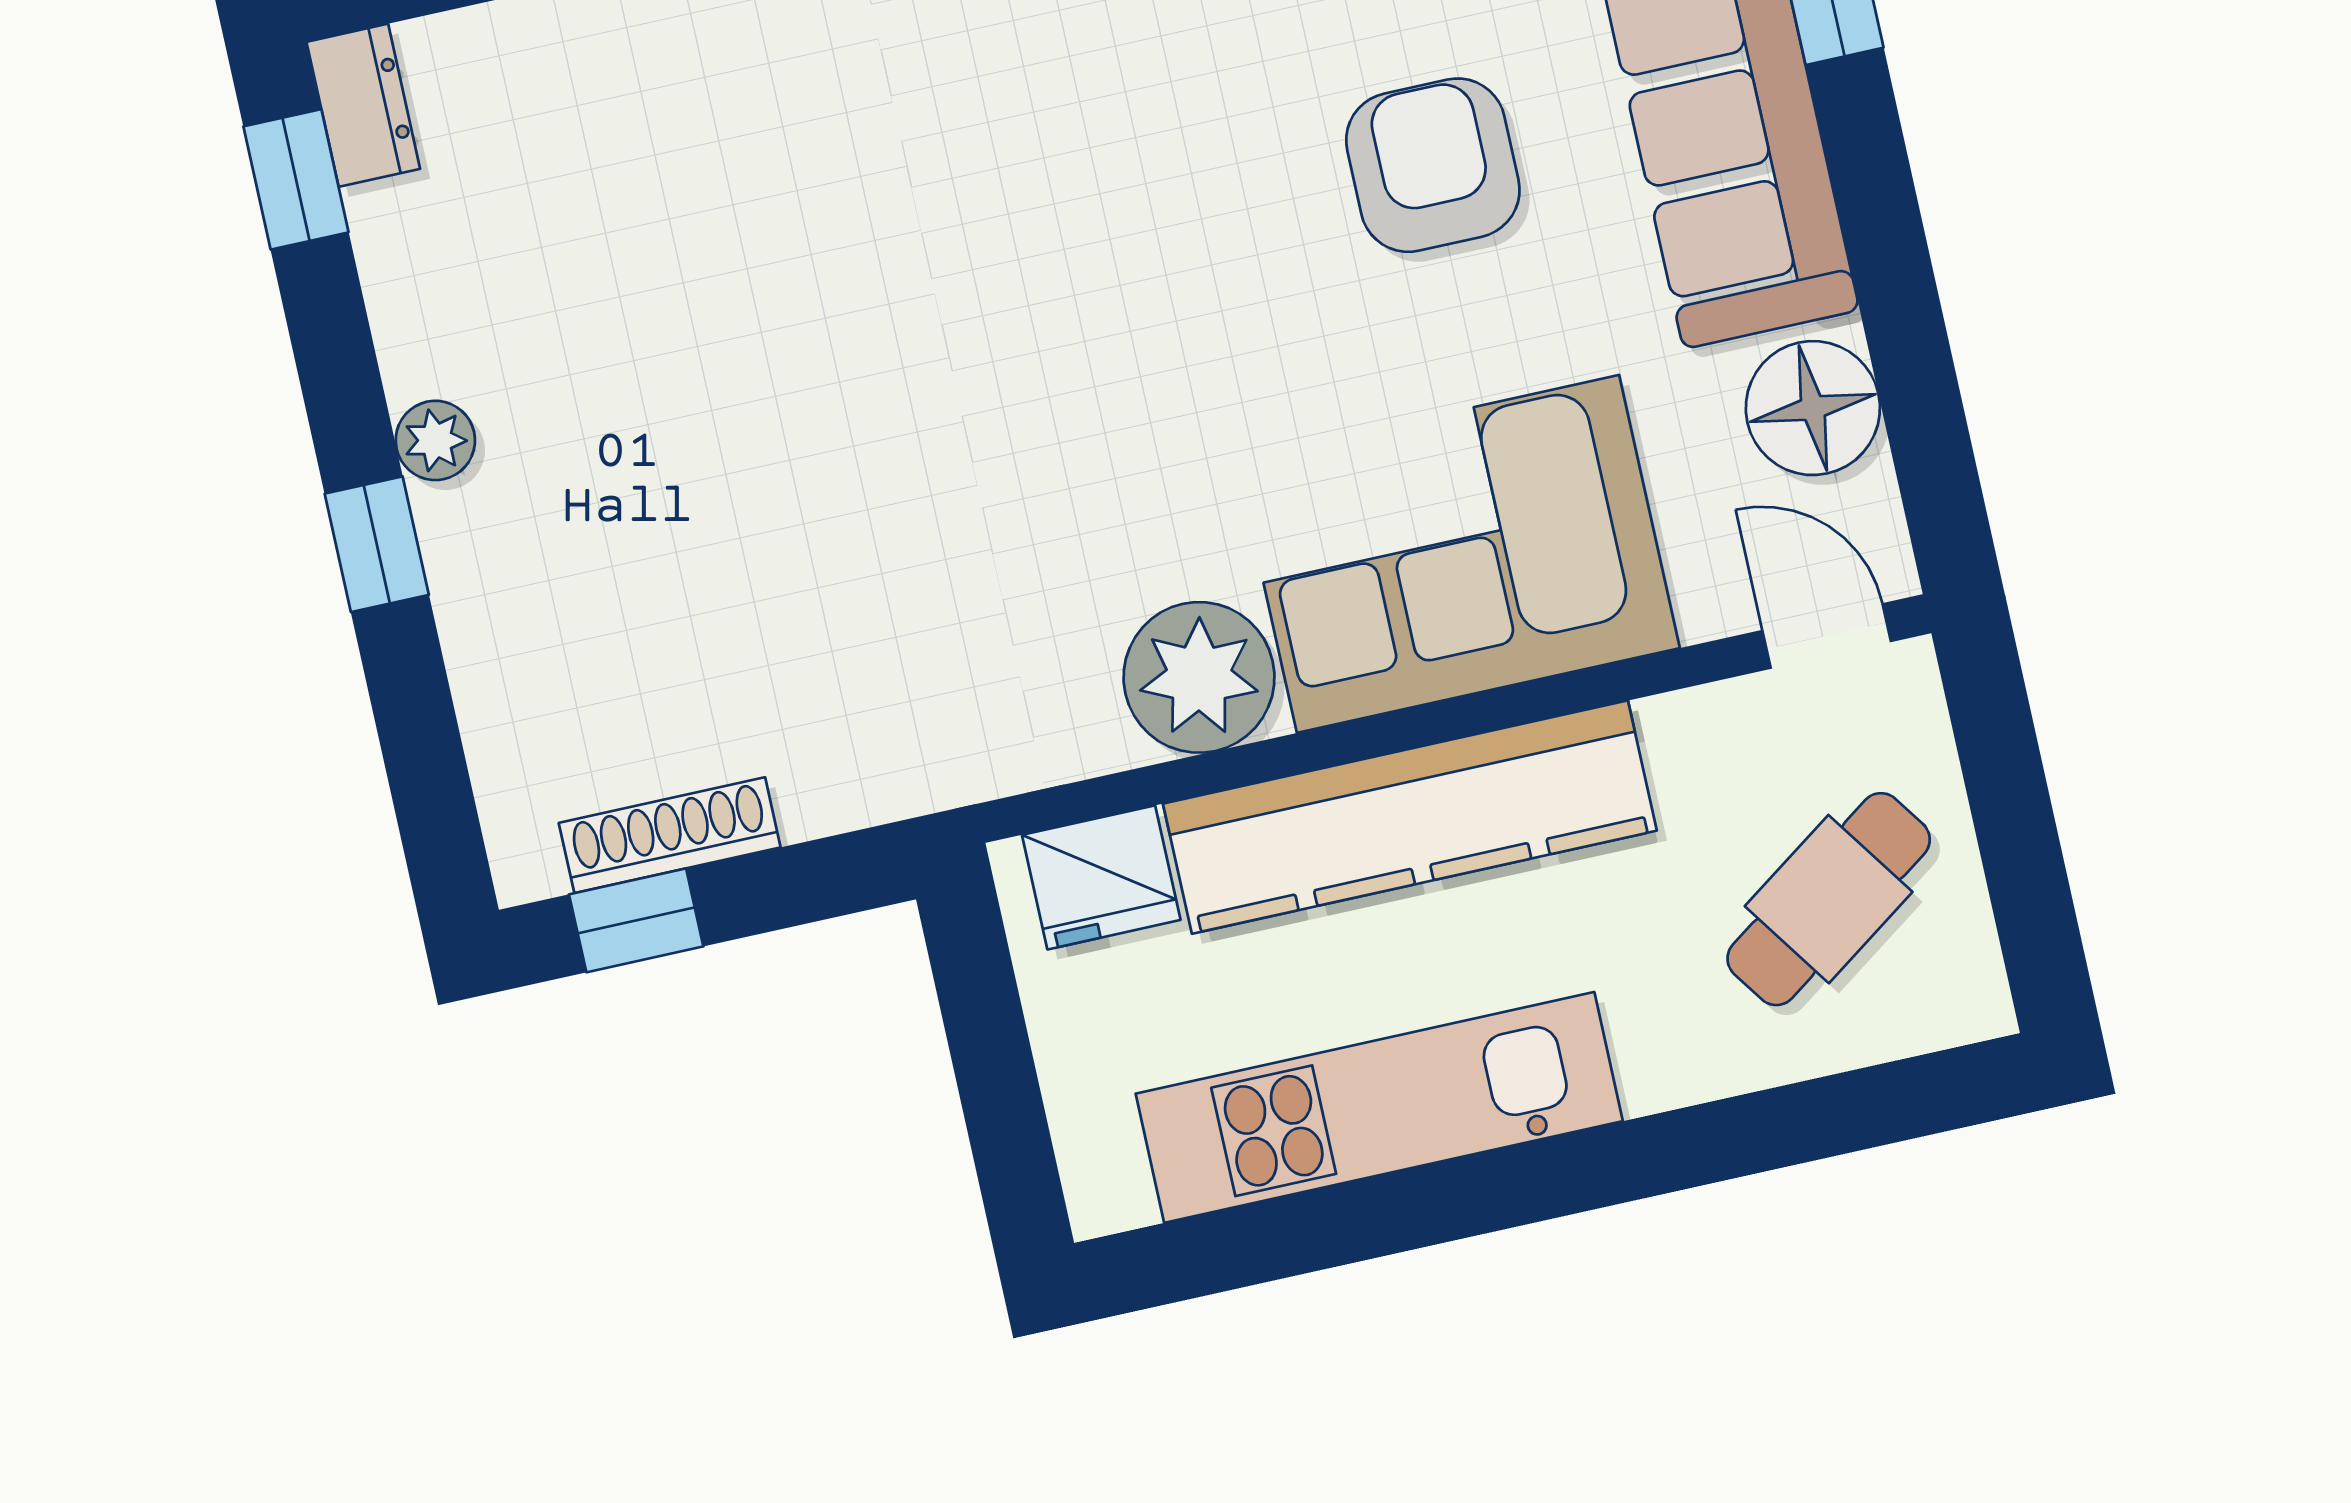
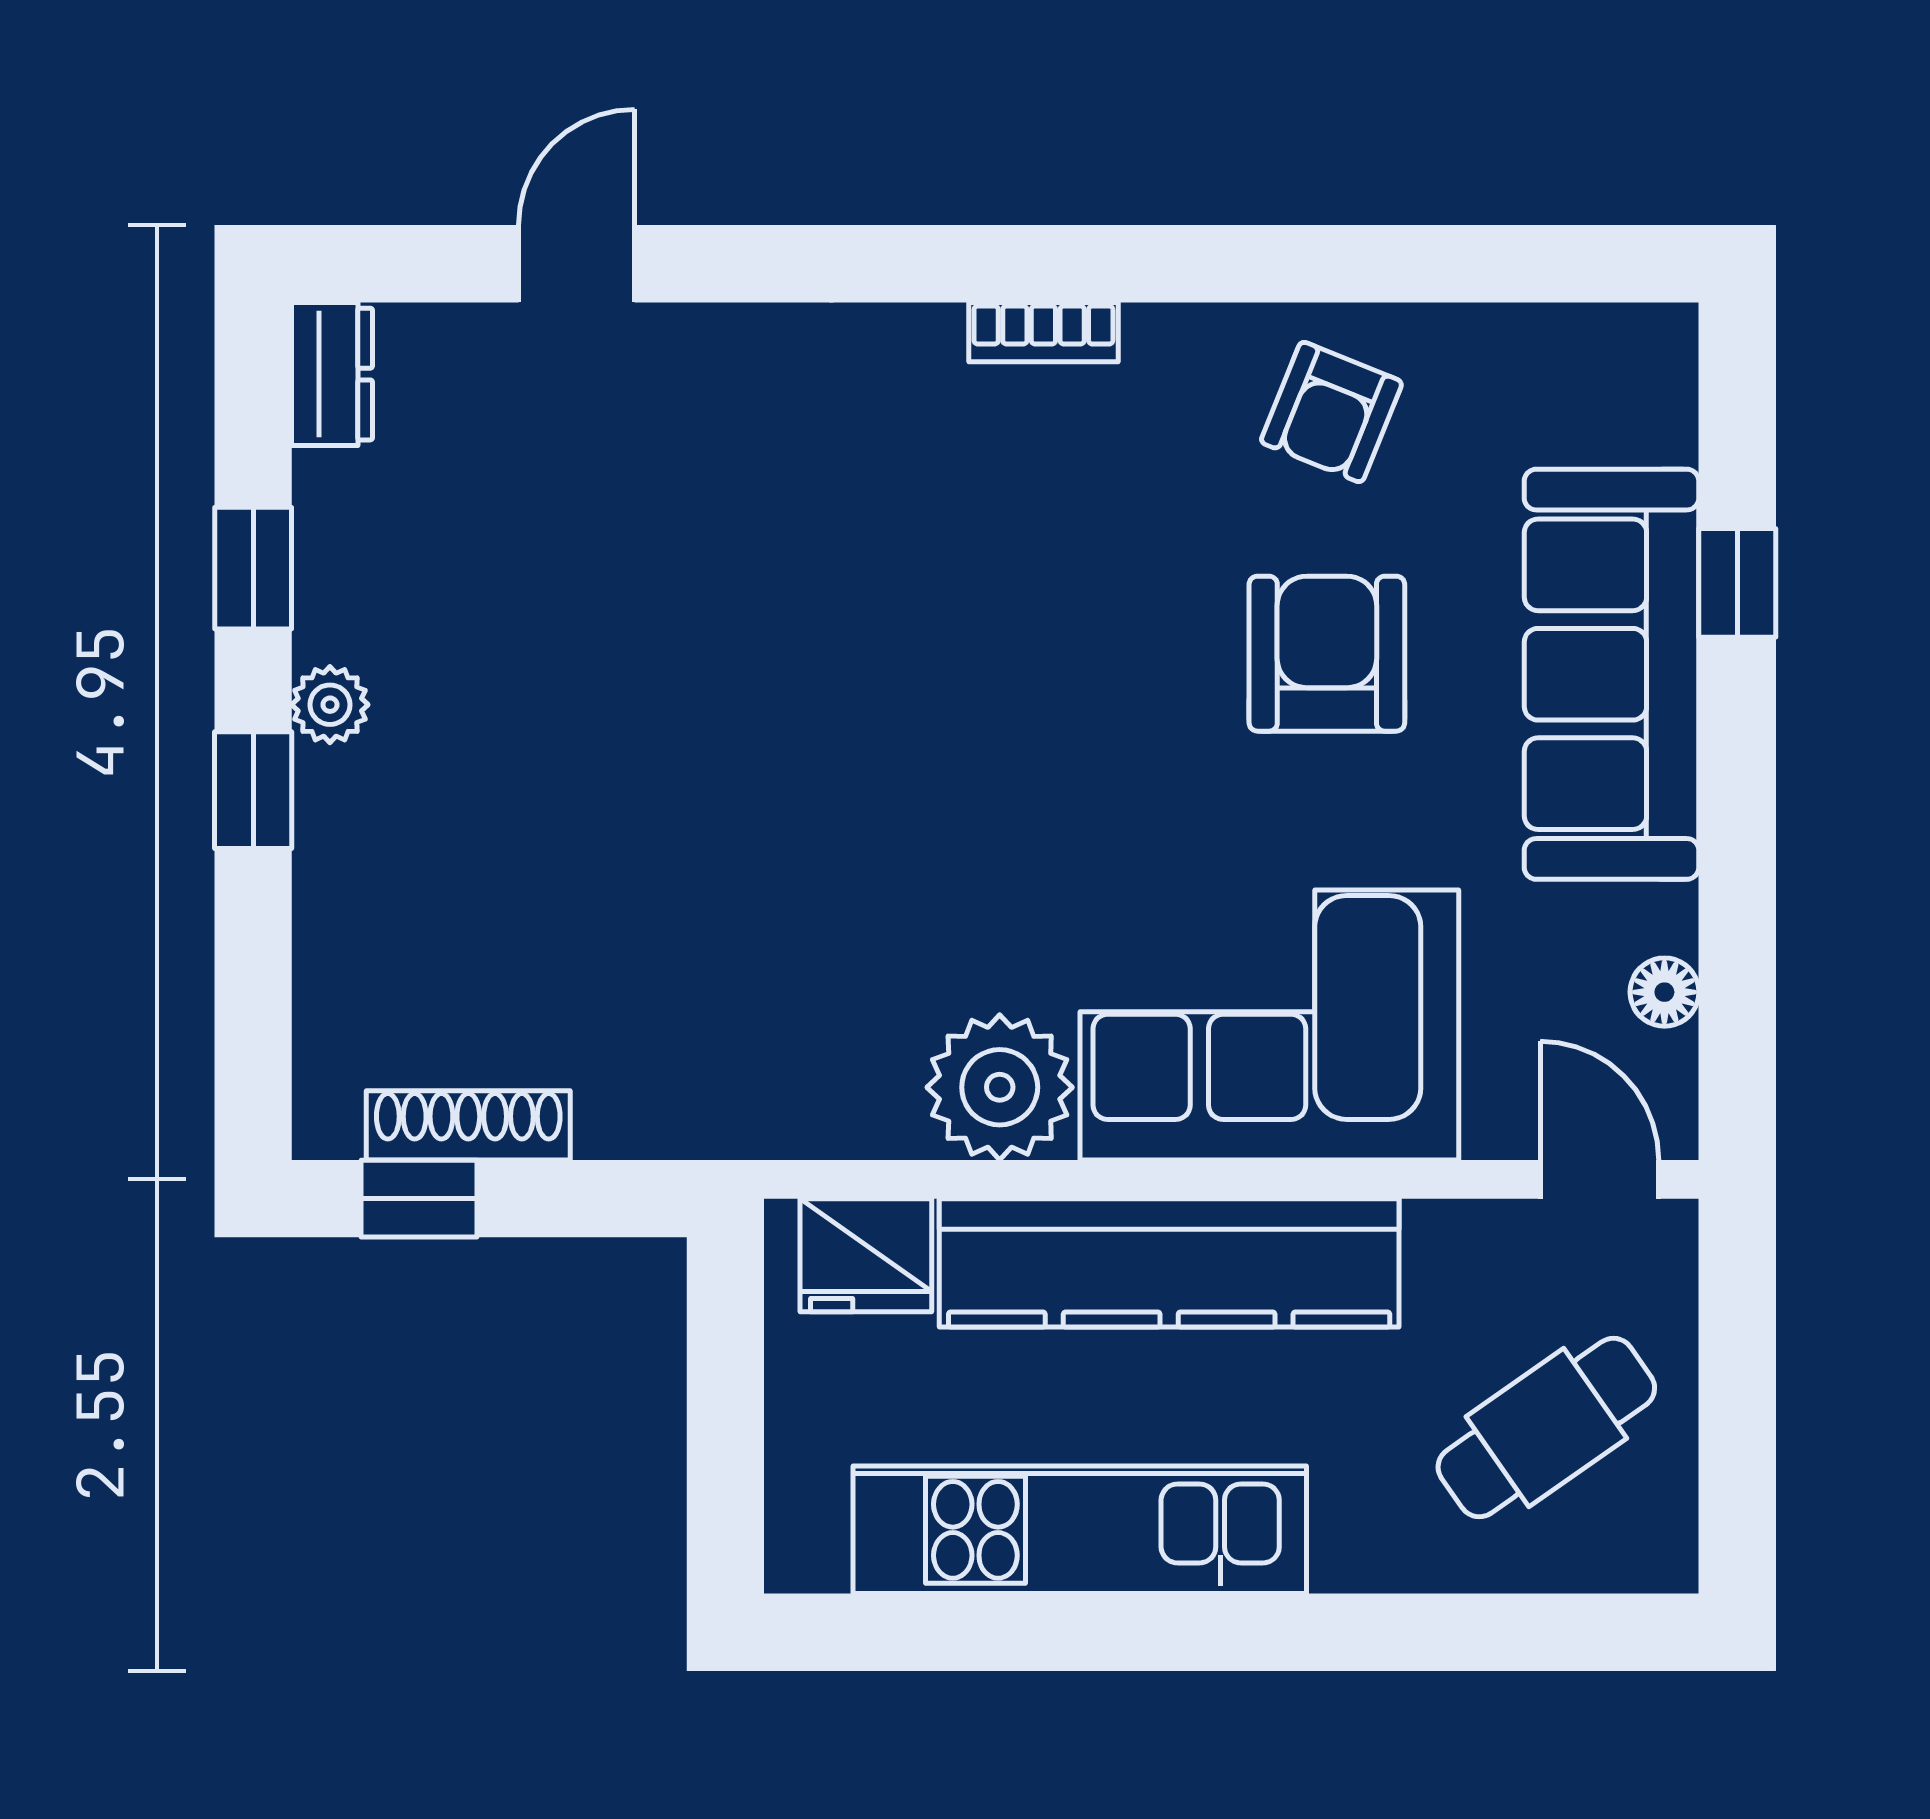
window: (296, 179) -> (253, 568), moved
floor lamp: (1813, 408) -> (1664, 992), width x0.53, depth x0.53

